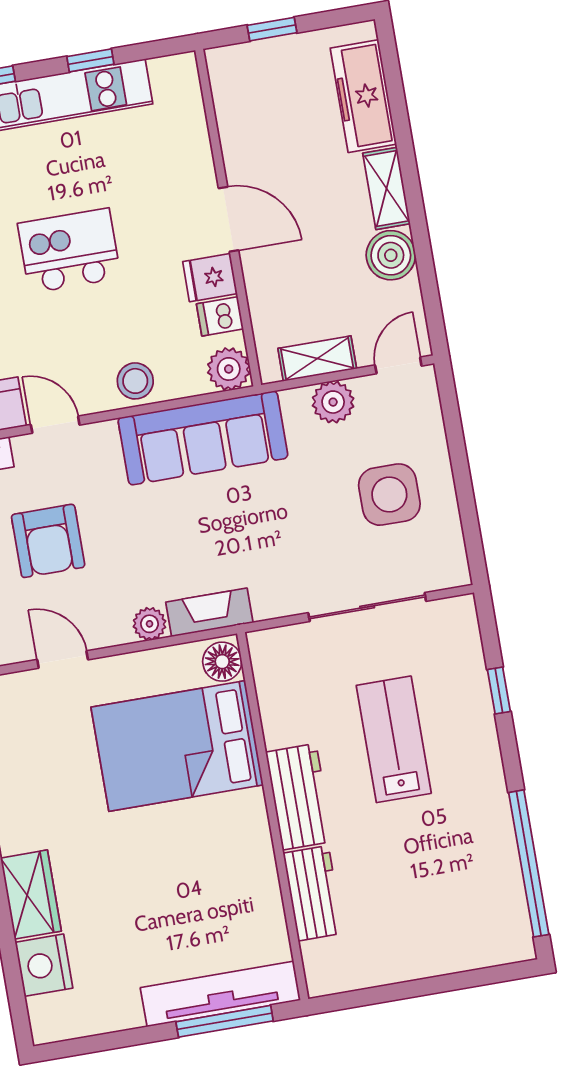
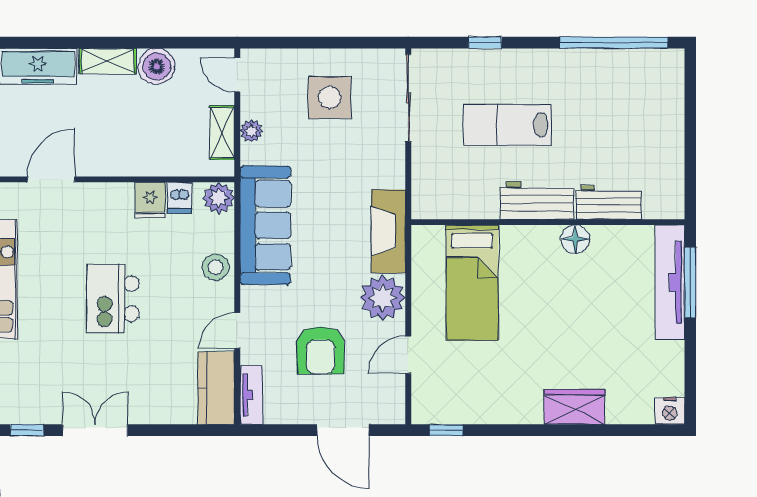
door: (229, 219) -> (51, 179), moved
plant: (333, 402) -> (251, 131), width x0.73, depth x0.73
armchair: (48, 541) -> (320, 350), turned 90
sliding door: (367, 607) -> (408, 98), moved
fireplace: (209, 612) -> (388, 231), width x1.37, depth x1.32
plant: (150, 624) -> (383, 298), width x1.88, depth x1.88
floor lamp: (222, 662) -> (575, 239), moved
bed: (177, 746) -> (472, 283), width x0.67
nightstand: (44, 965) -> (670, 411), moved, width x0.74, depth x0.75

